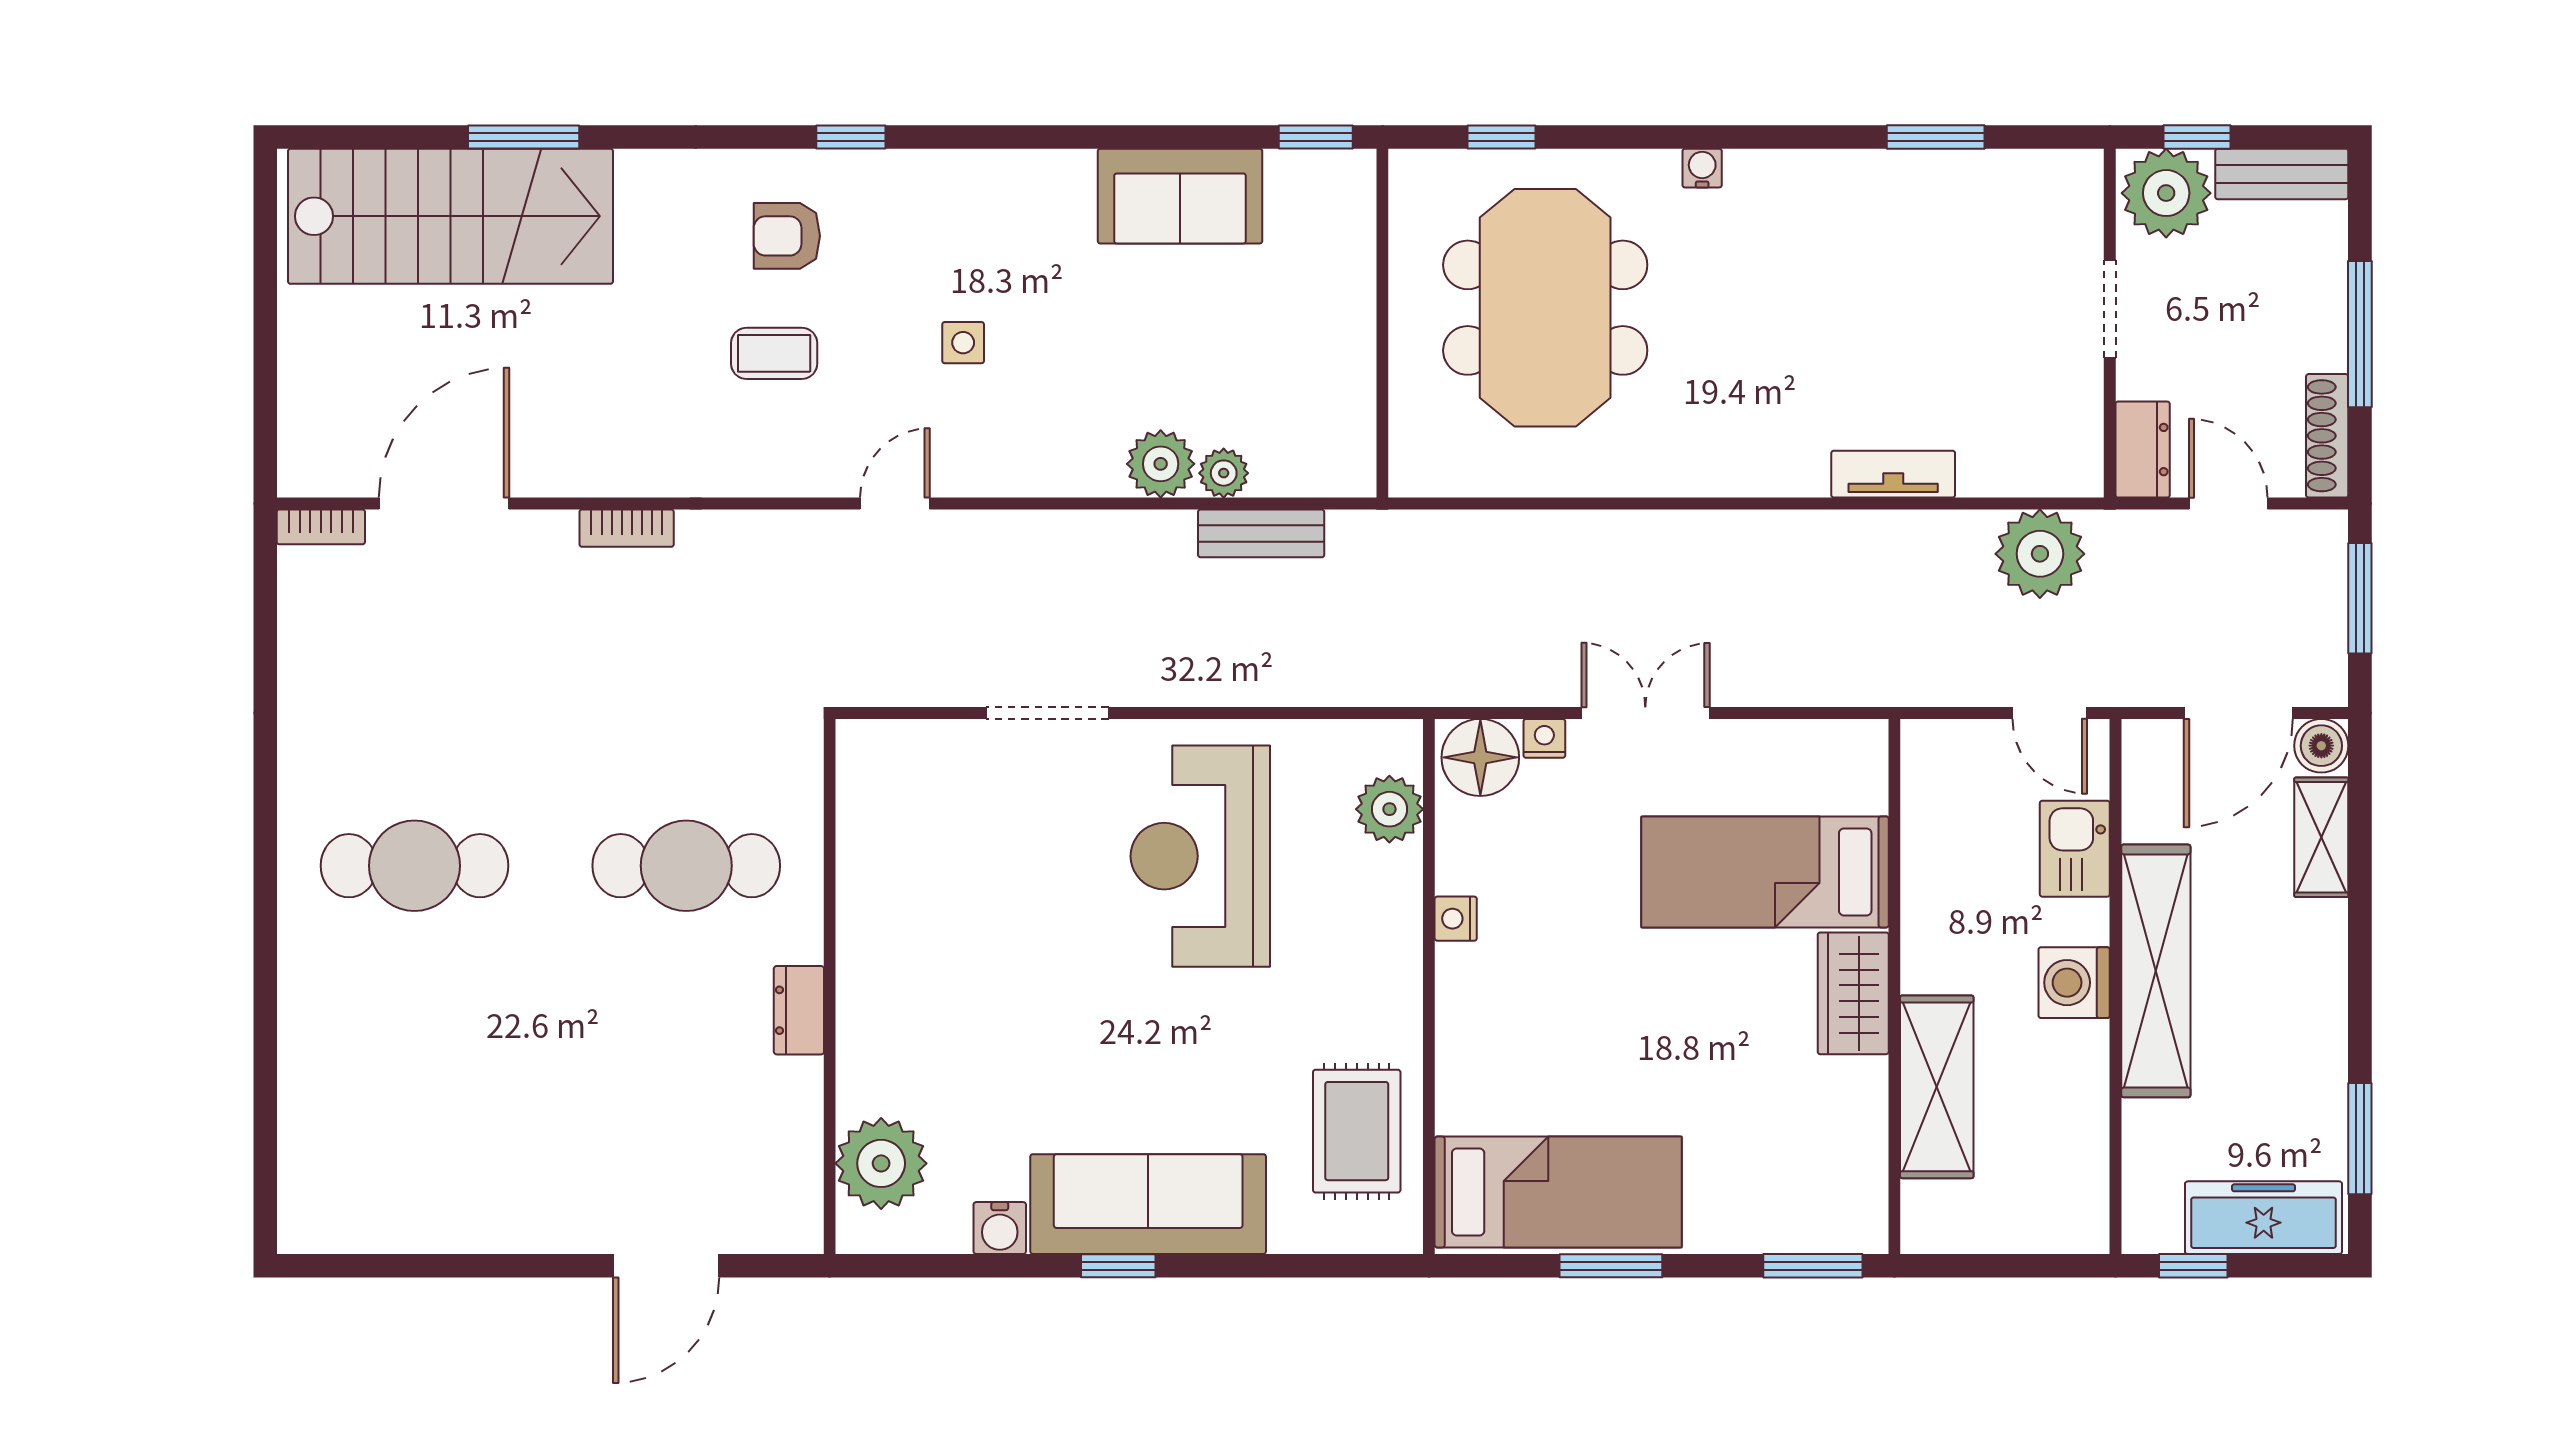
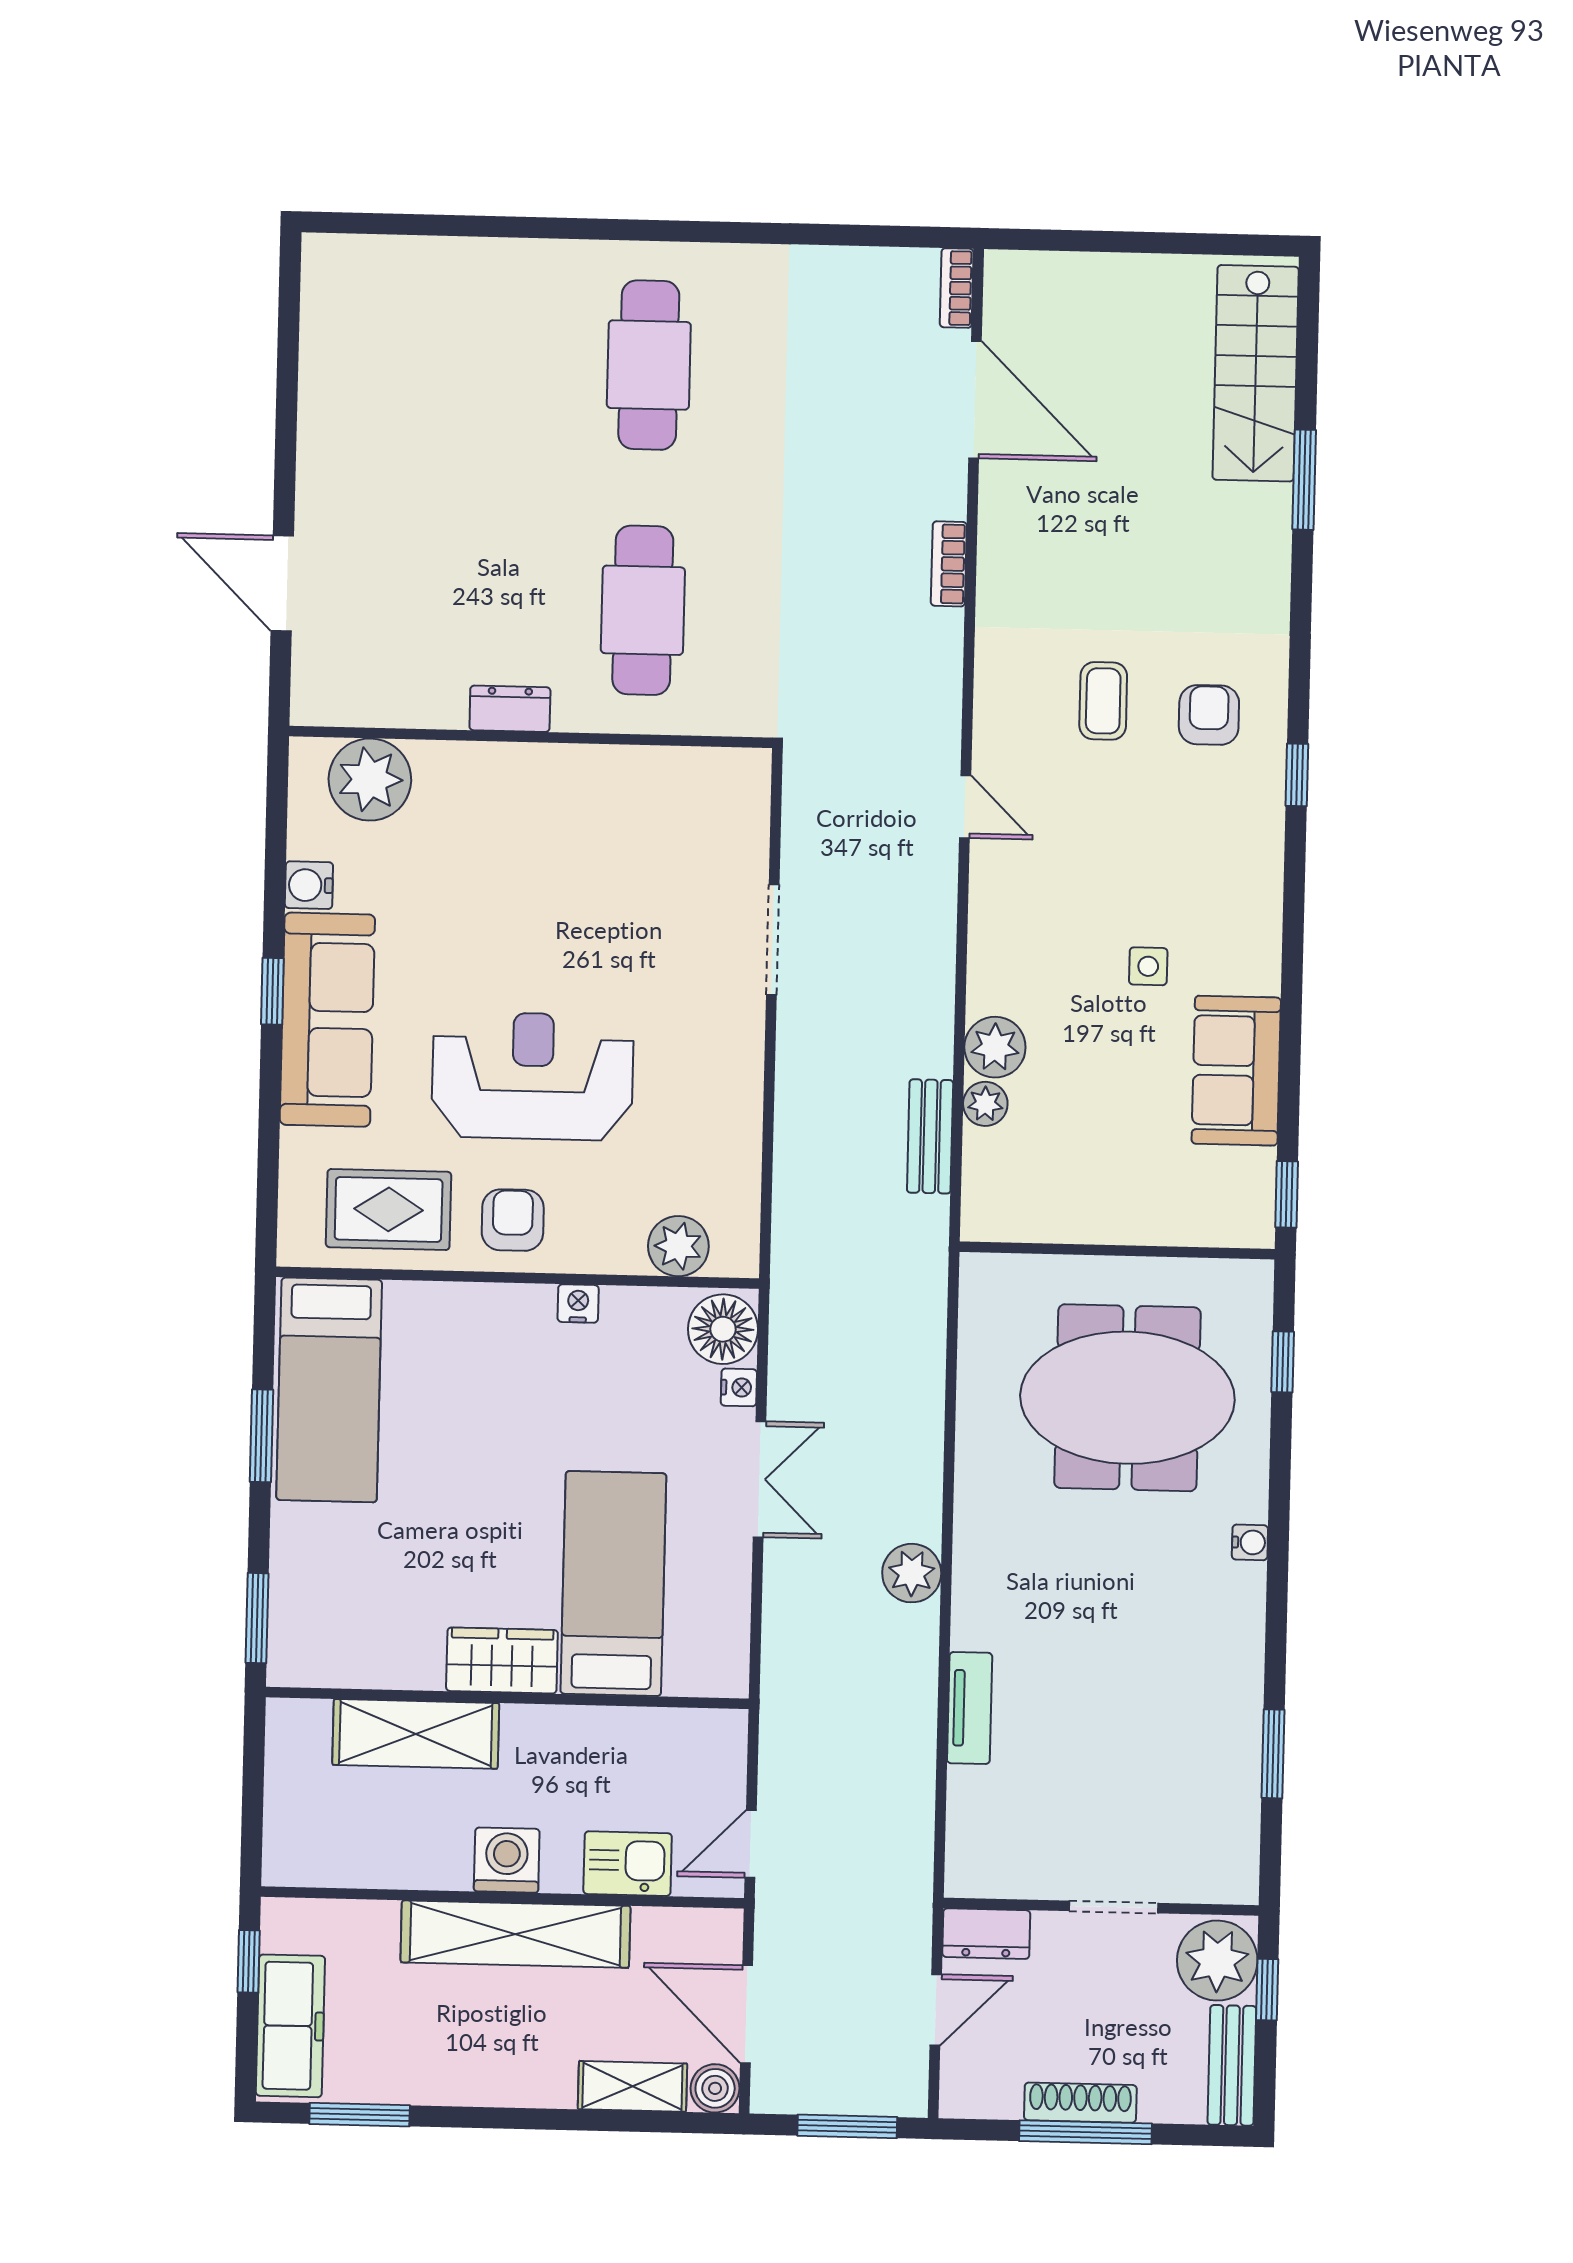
stairs: (450, 216) -> (1256, 373), width x0.73, depth x0.66
side table: (963, 343) -> (1148, 966), moved
shoe rack: (2327, 436) -> (1080, 2103), moved
plant: (2040, 554) -> (912, 1573), moved, width x0.73, depth x0.73
reception desk: (1200, 856) -> (533, 1076), moved
armchair: (1365, 993) -> (513, 1220), added

